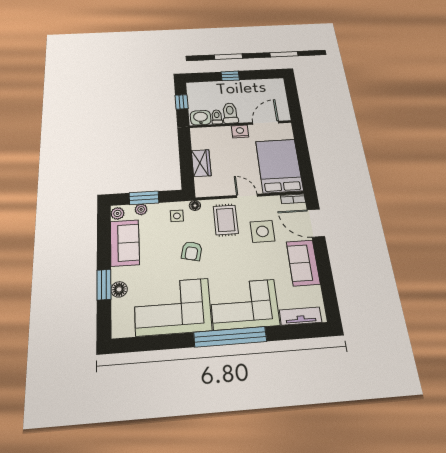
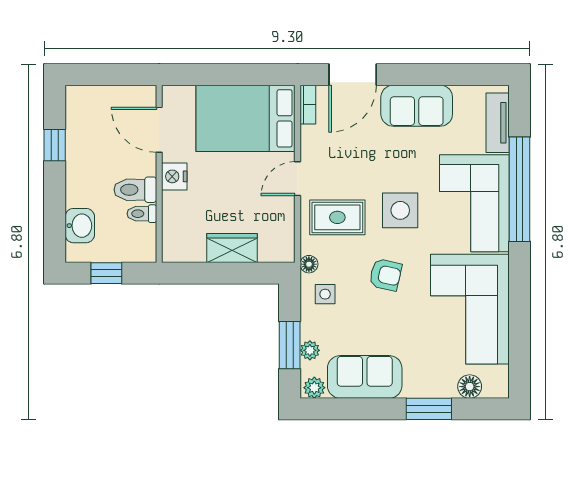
window: (230, 76) -> (55, 145), moved
washbasin: (201, 118) -> (80, 226), moved, turned 180
side table: (262, 231) -> (400, 210), moved
floor lamp: (119, 289) -> (470, 387), moved
window: (230, 337) -> (519, 189), moved

